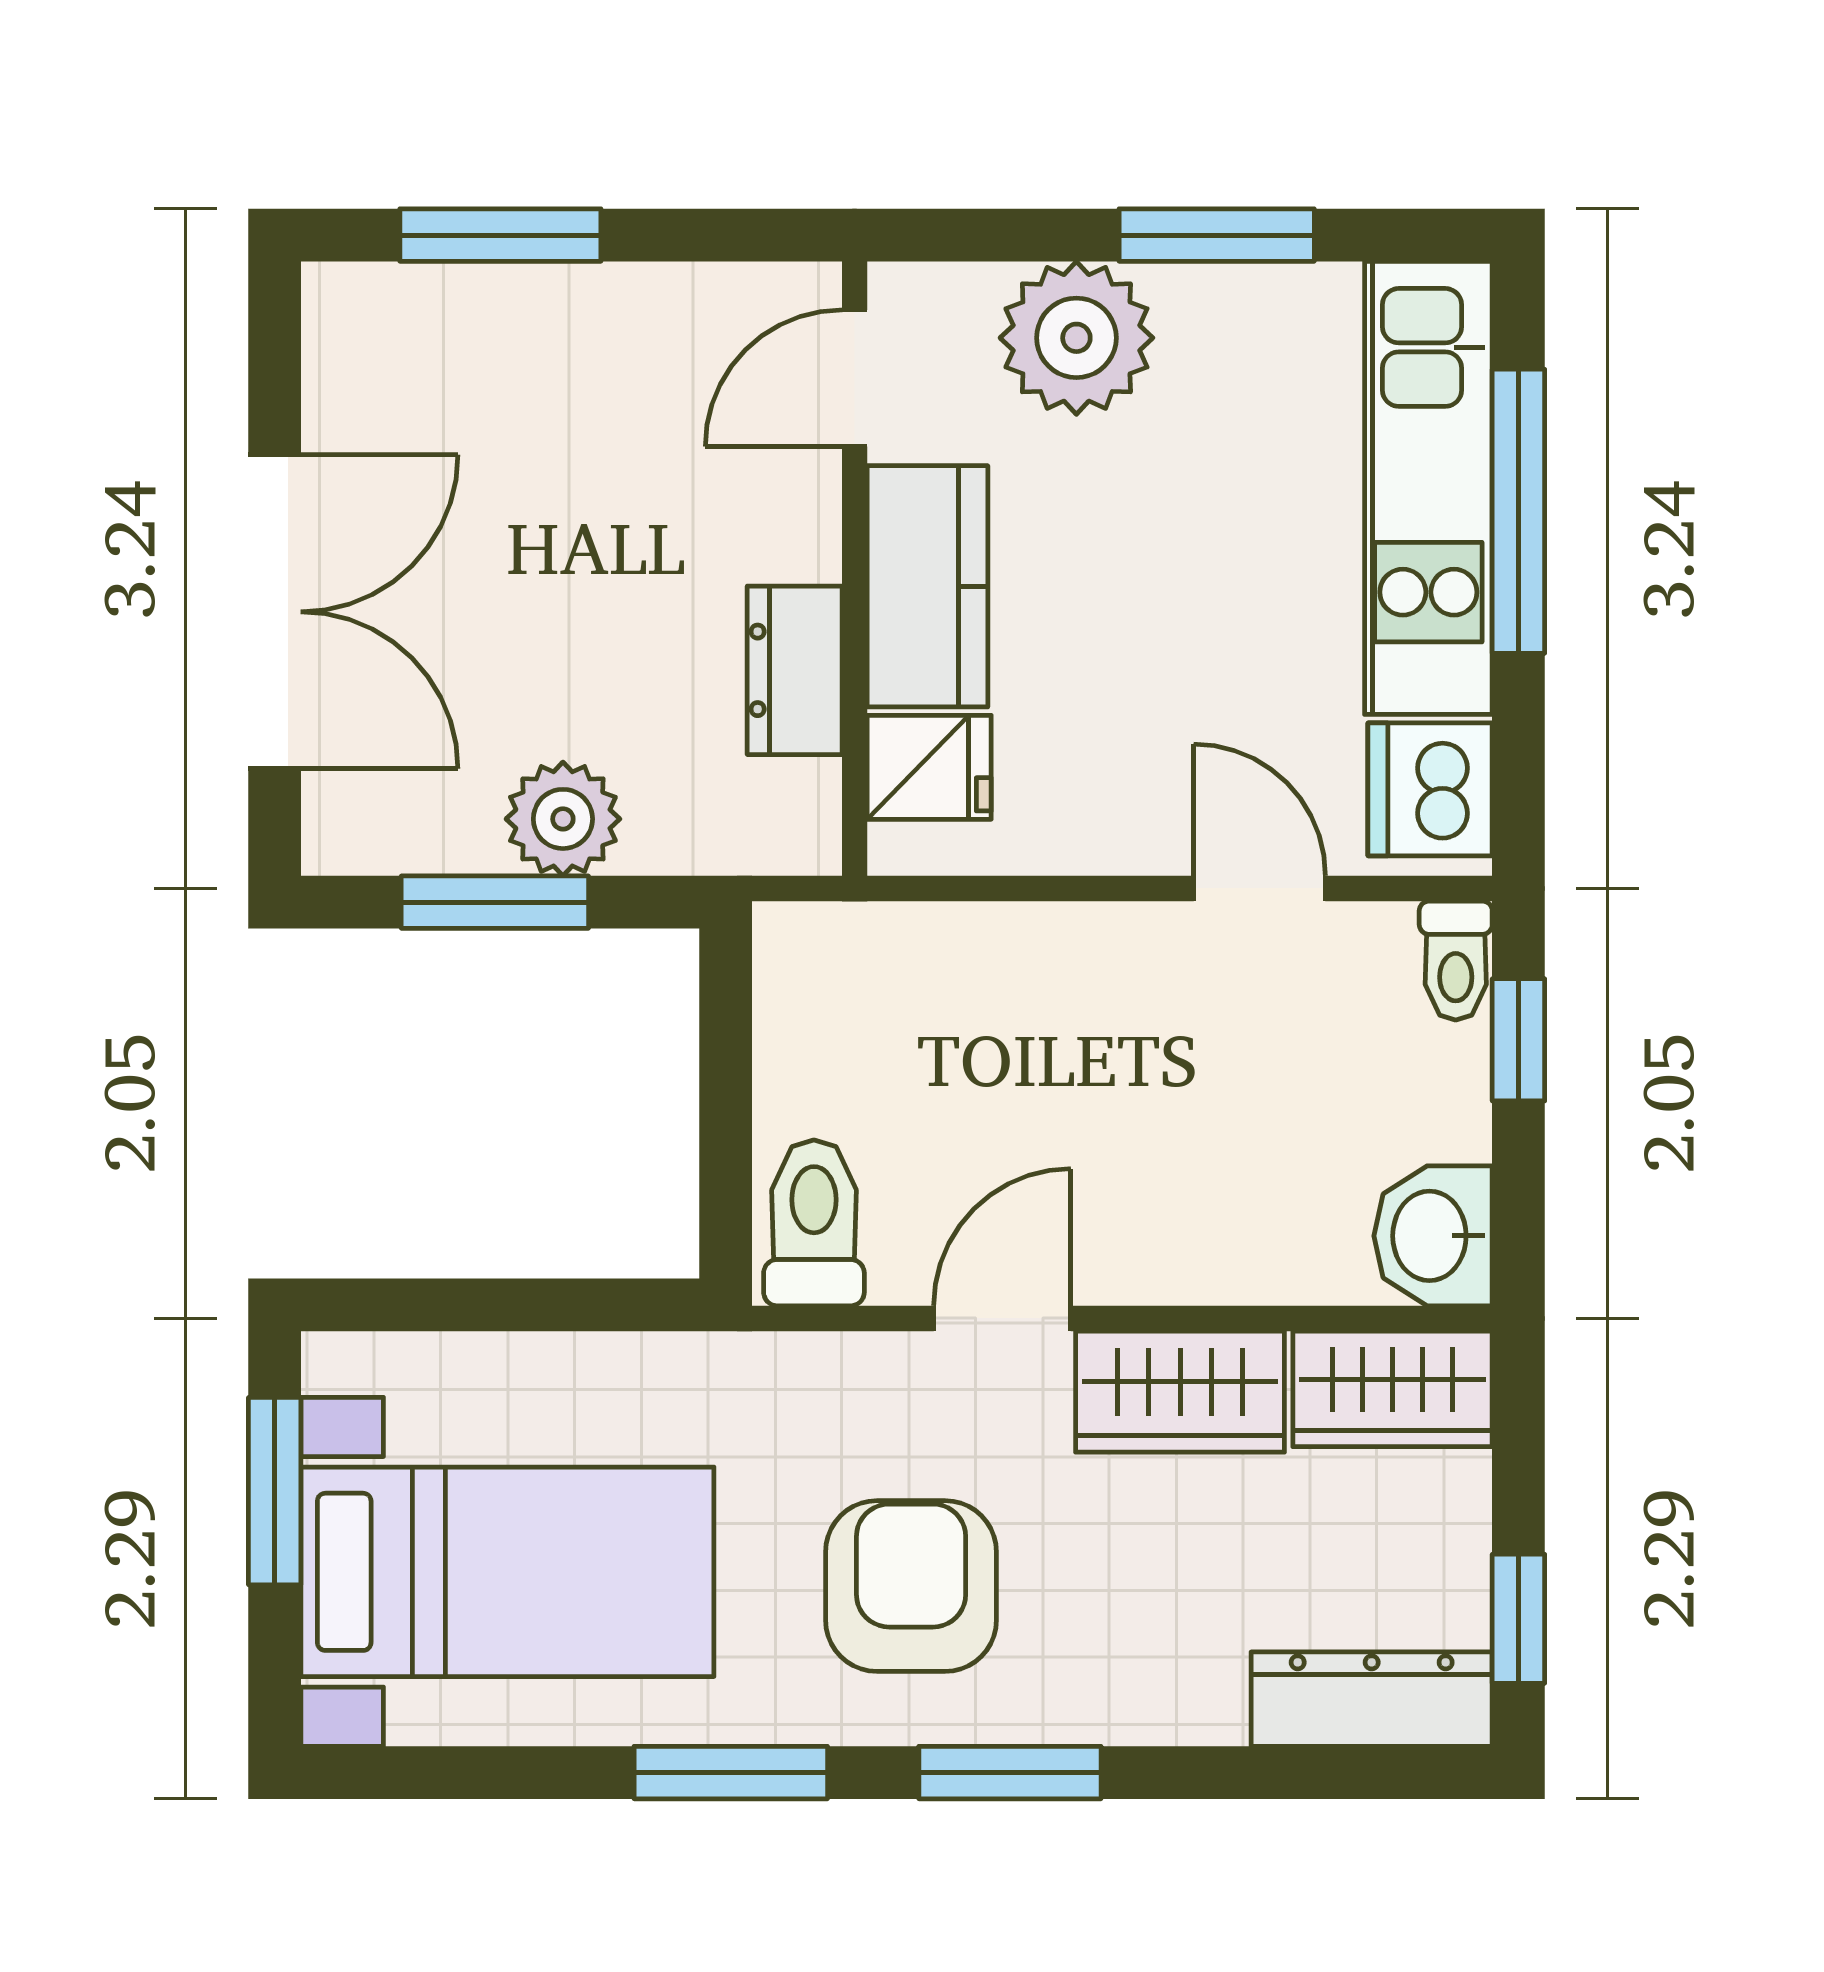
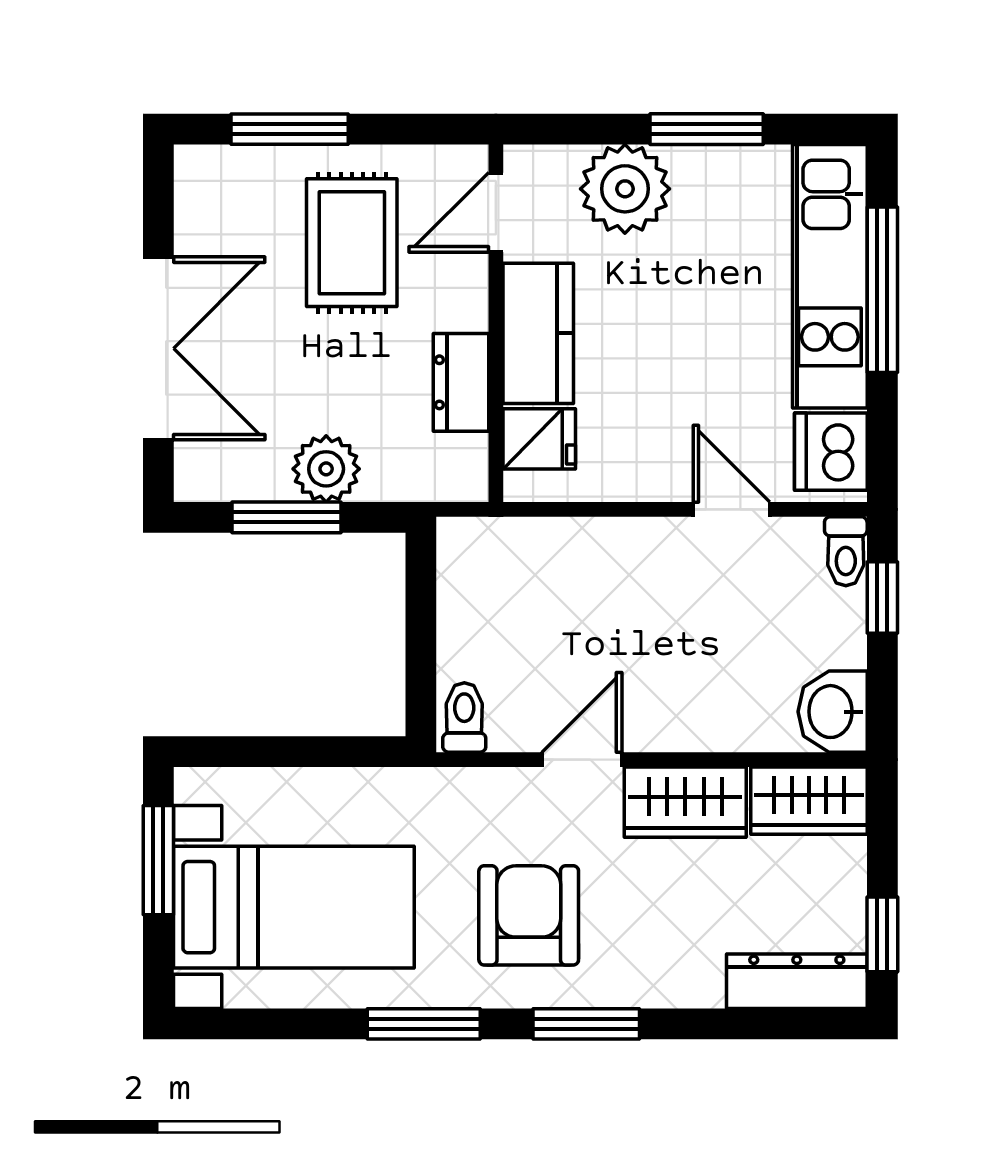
rug: (607, 430) -> (352, 243), added
toilet: (814, 1223) -> (464, 717), width x0.73, depth x0.72

